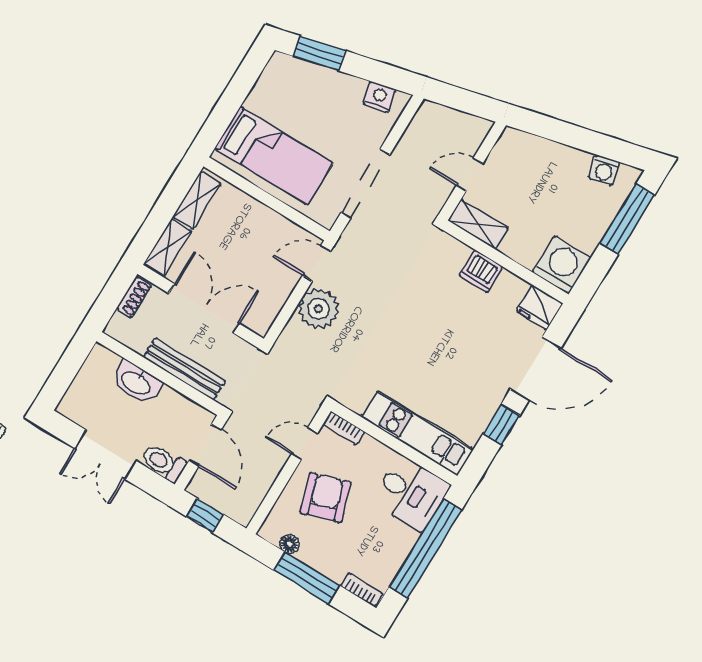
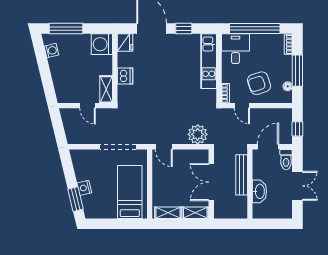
nightstand: (379, 97) -> (84, 188), moved
shoe rack: (134, 297) -> (224, 214), removed
plant: (318, 309) -> (198, 134), moved

